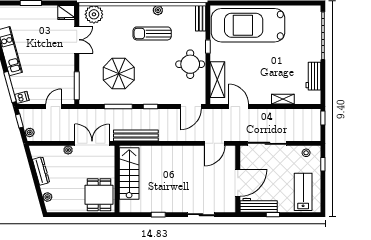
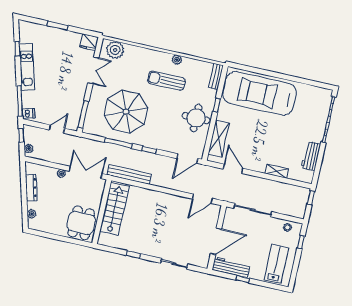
parasol: (119, 74) -> (126, 112), width x1.36, depth x1.36

